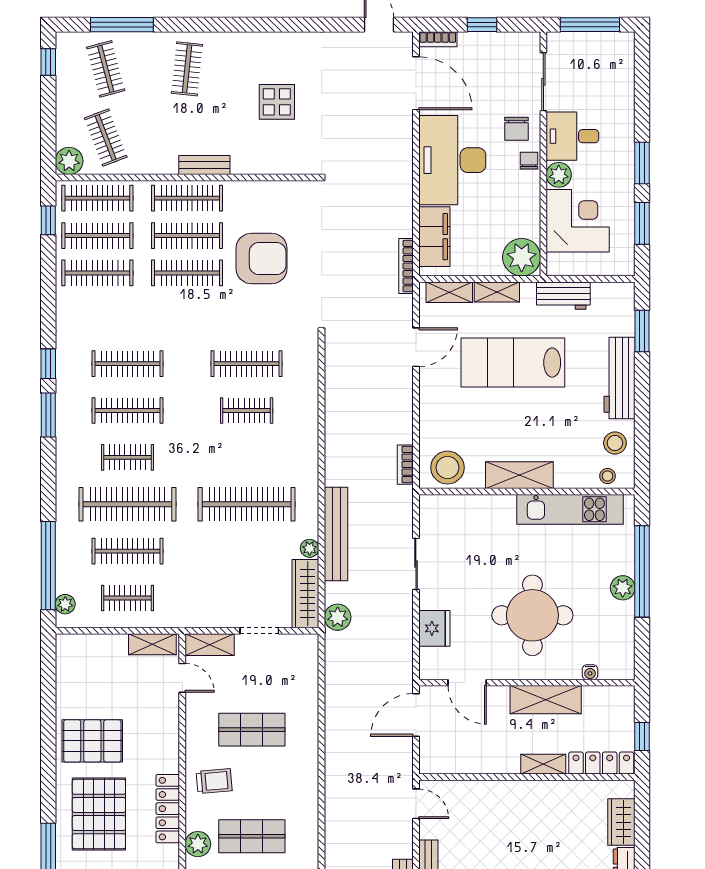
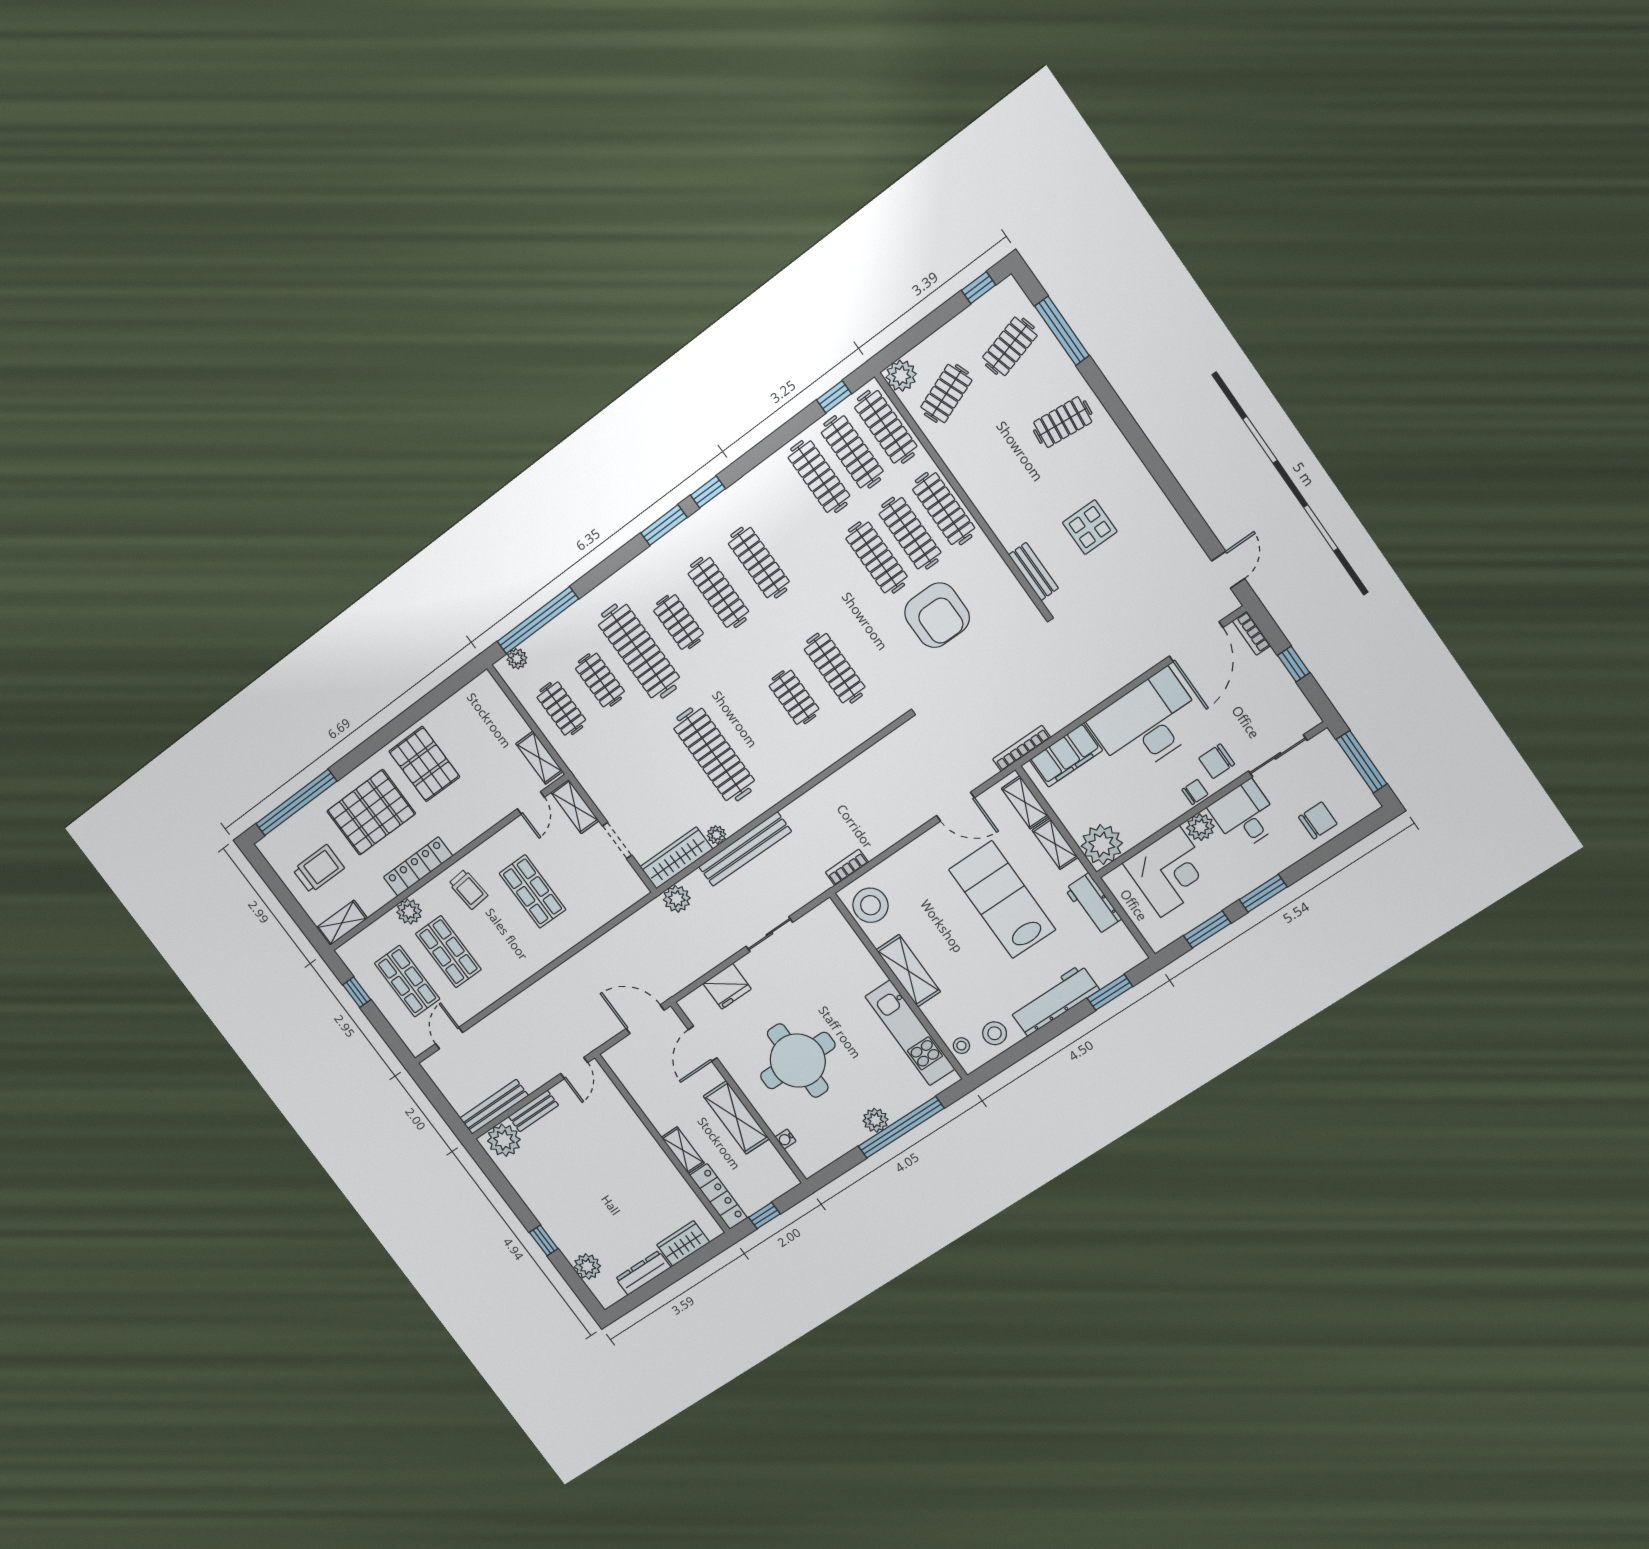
chair: (613, 86) -> (1318, 820), added
bench: (204, 165) -> (1034, 571), moved
clothes rail: (127, 551) -> (600, 680), width x0.73

